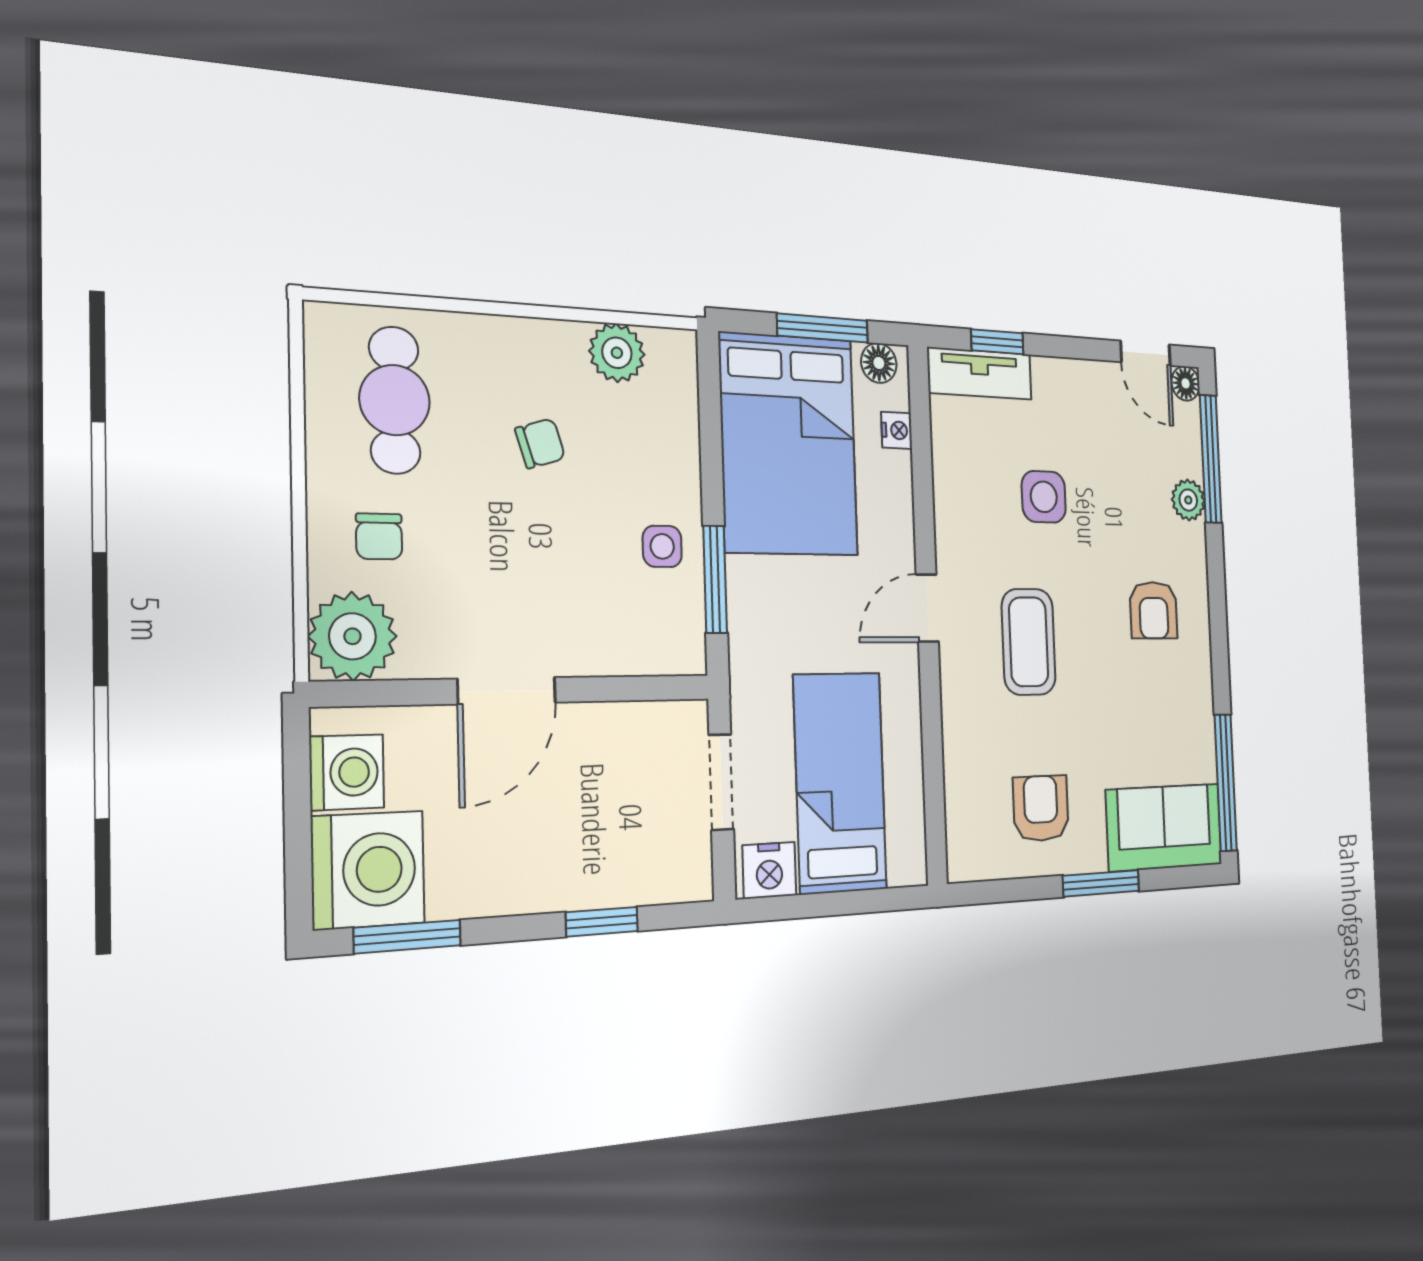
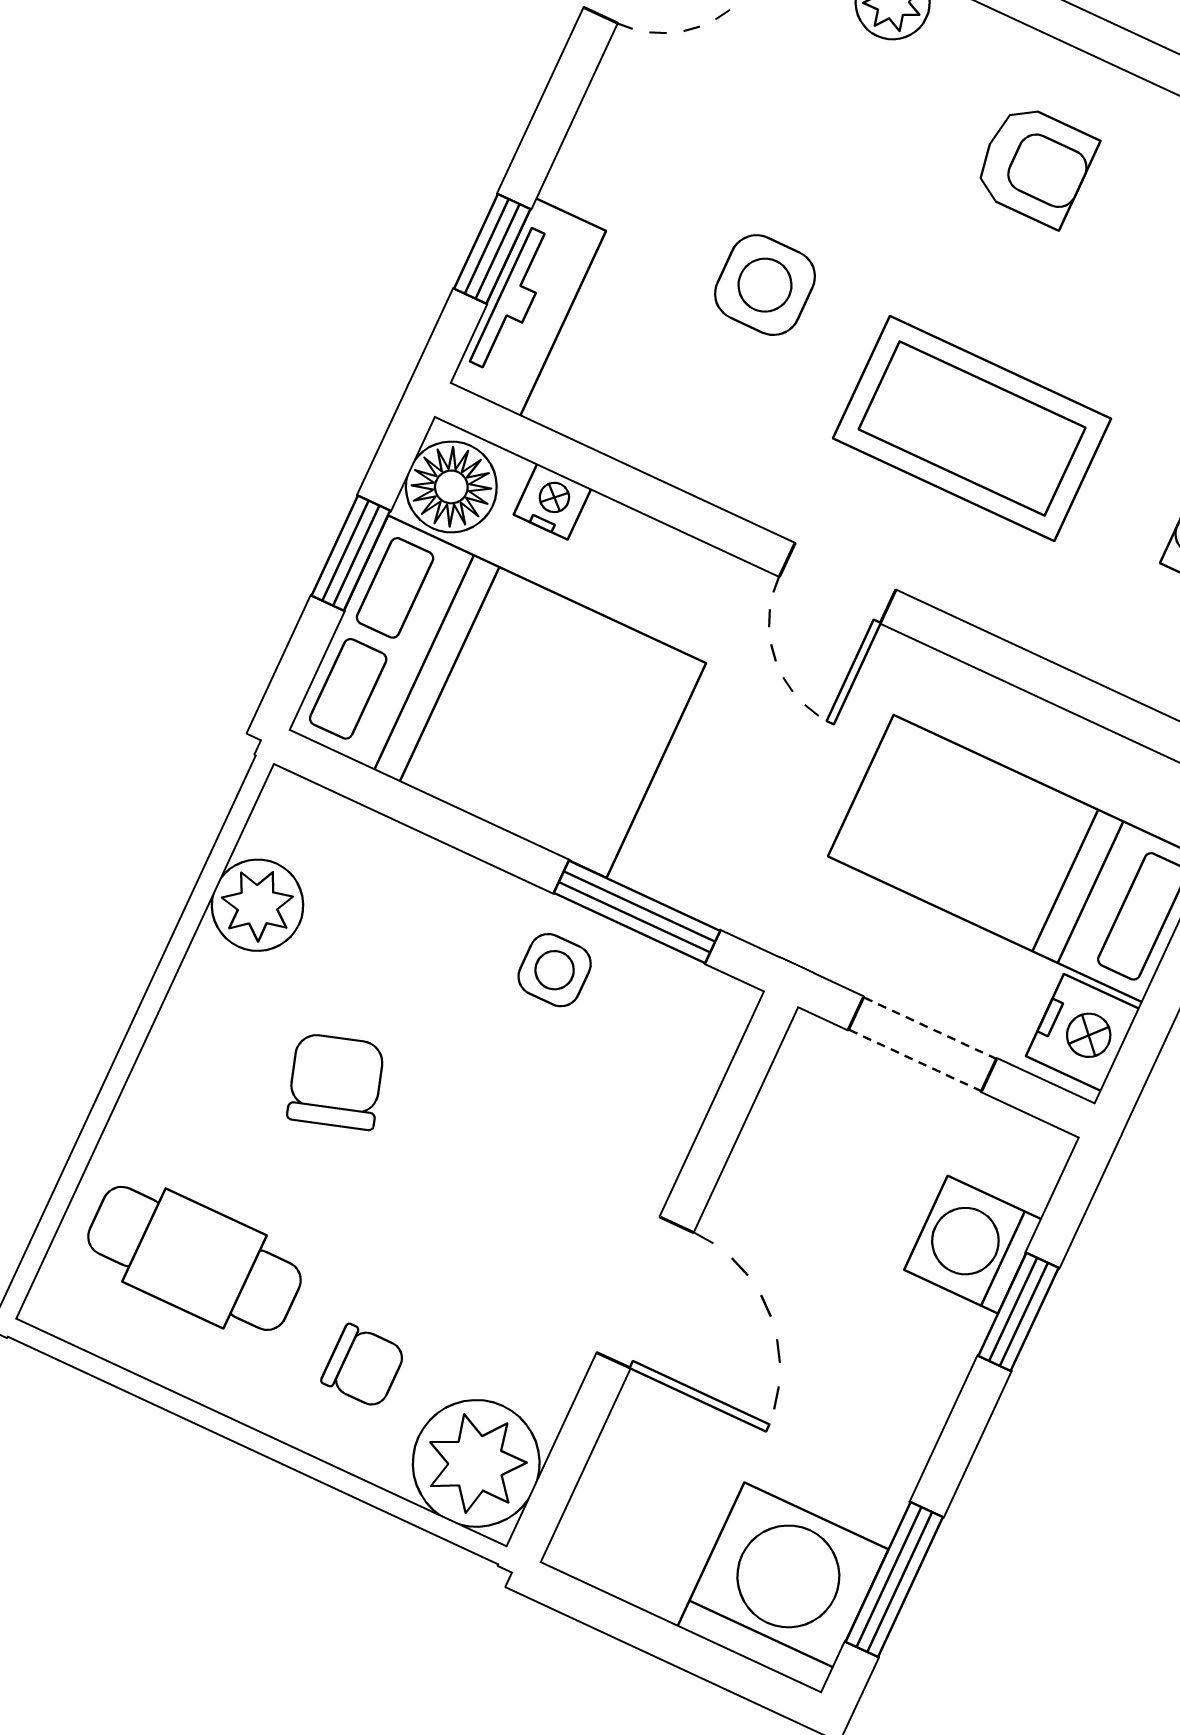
window: (823, 328) -> (351, 553), width x0.67
floor lamp: (879, 363) -> (451, 487), width x1.37, depth x1.37
chair: (540, 443) -> (336, 1082), width x1.37, depth x1.37
coffee table: (1029, 642) -> (972, 428), width x1.36, depth x1.32
washing machine: (347, 772) -> (973, 1245), moved, turned -90

